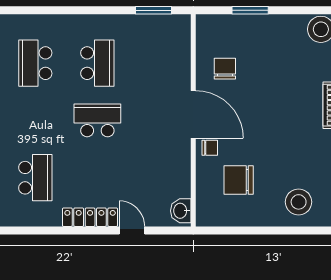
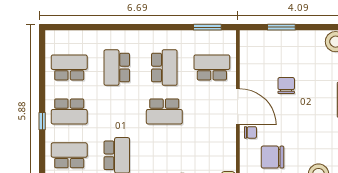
school desk: (159, 63) -> (212, 68), added
chair: (225, 69) -> (286, 86), moved
school desk: (97, 120) -> (164, 111), turned 180

